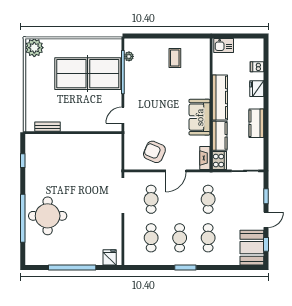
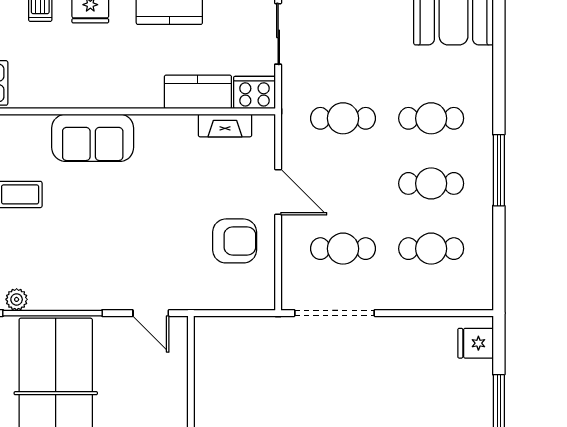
kitchen counter: (220, 98) -> (110, 91), removed
sofa: (200, 117) -> (93, 138), moved
armchair: (154, 152) -> (235, 241), turned -113
fireplace: (205, 158) -> (225, 125), moved
window: (185, 267) -> (499, 170), width x1.44

